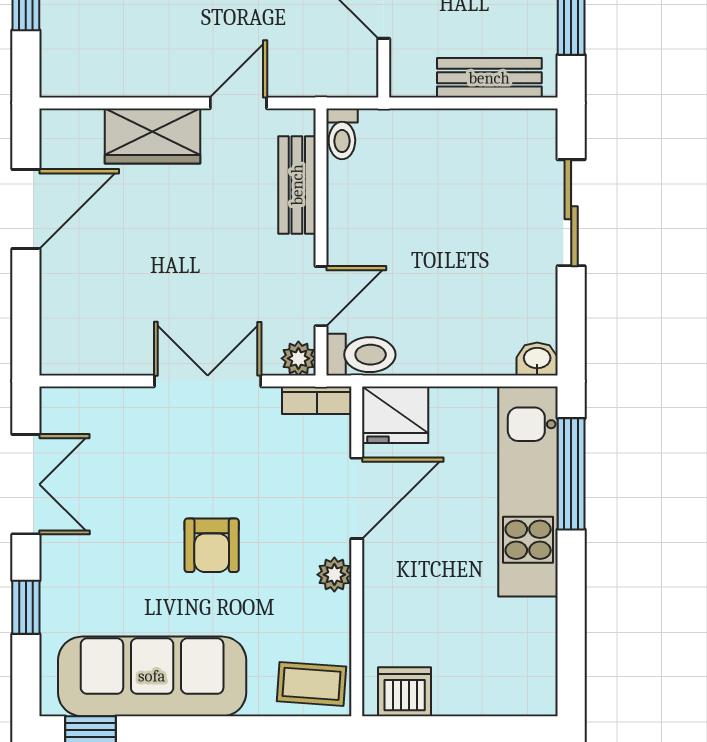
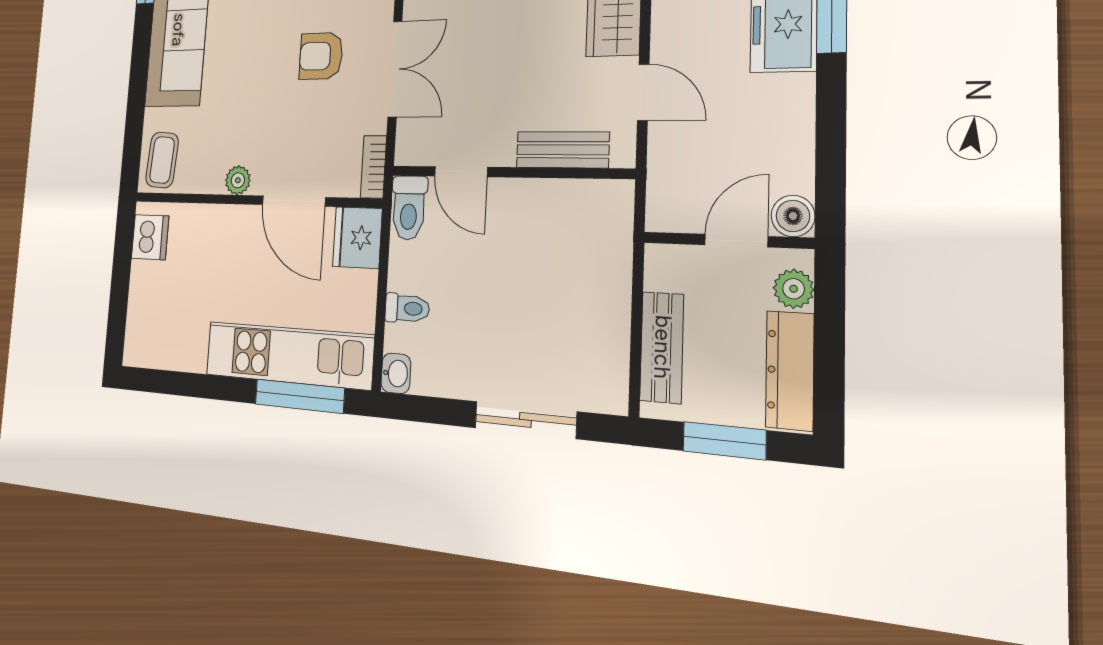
toilet: (342, 134) -> (407, 308), moved, turned 180
plant: (298, 358) -> (409, 150), removed
armchair: (212, 545) -> (321, 56), moved

